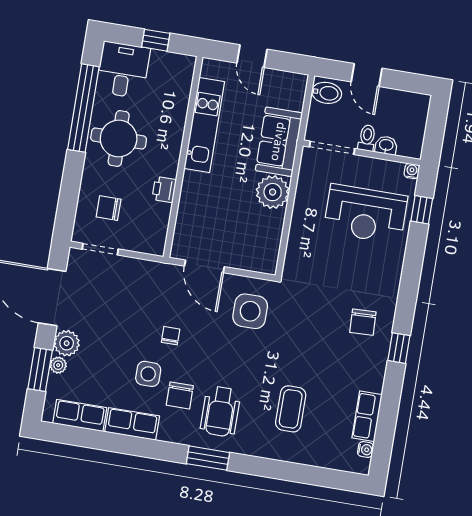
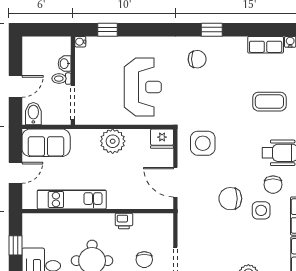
sofa: (279, 142) -> (46, 143), moved
reception desk: (366, 214) -> (143, 87), moved
fridge: (265, 258) -> (162, 139), added
door: (204, 266) -> (175, 182), swing flipped
chair: (171, 336) -> (230, 199), width x1.87, depth x1.87
chair: (180, 395) -> (273, 185), turned 90

